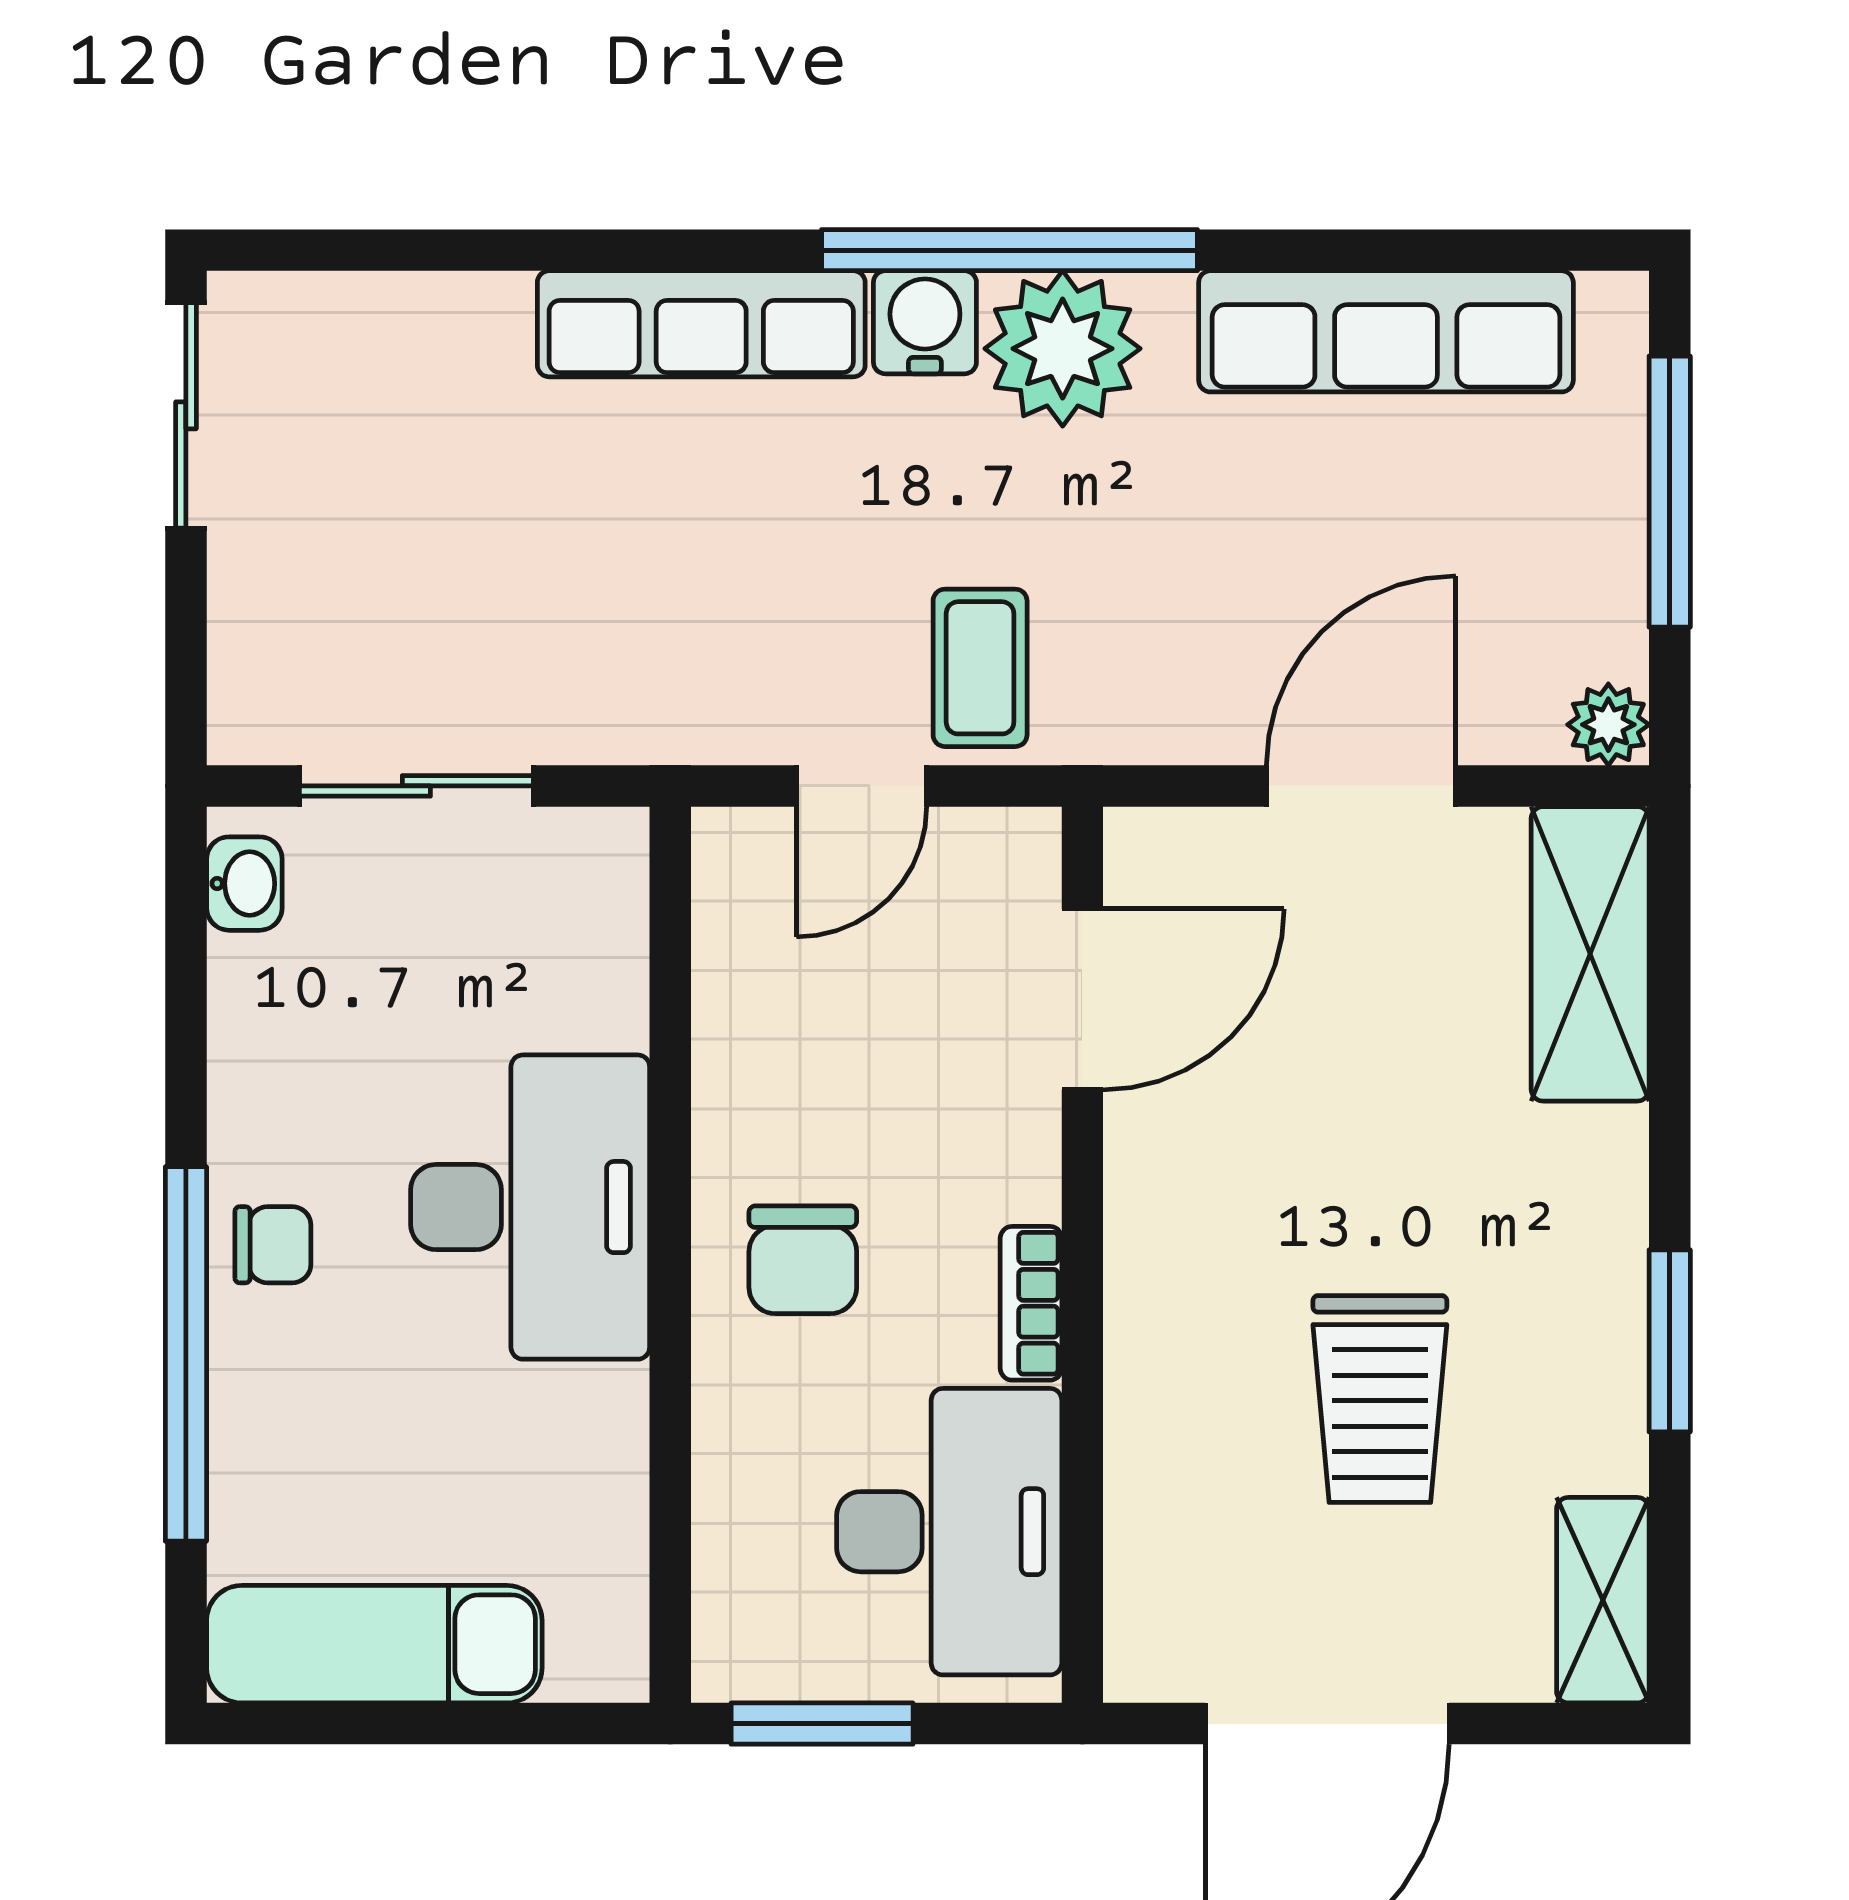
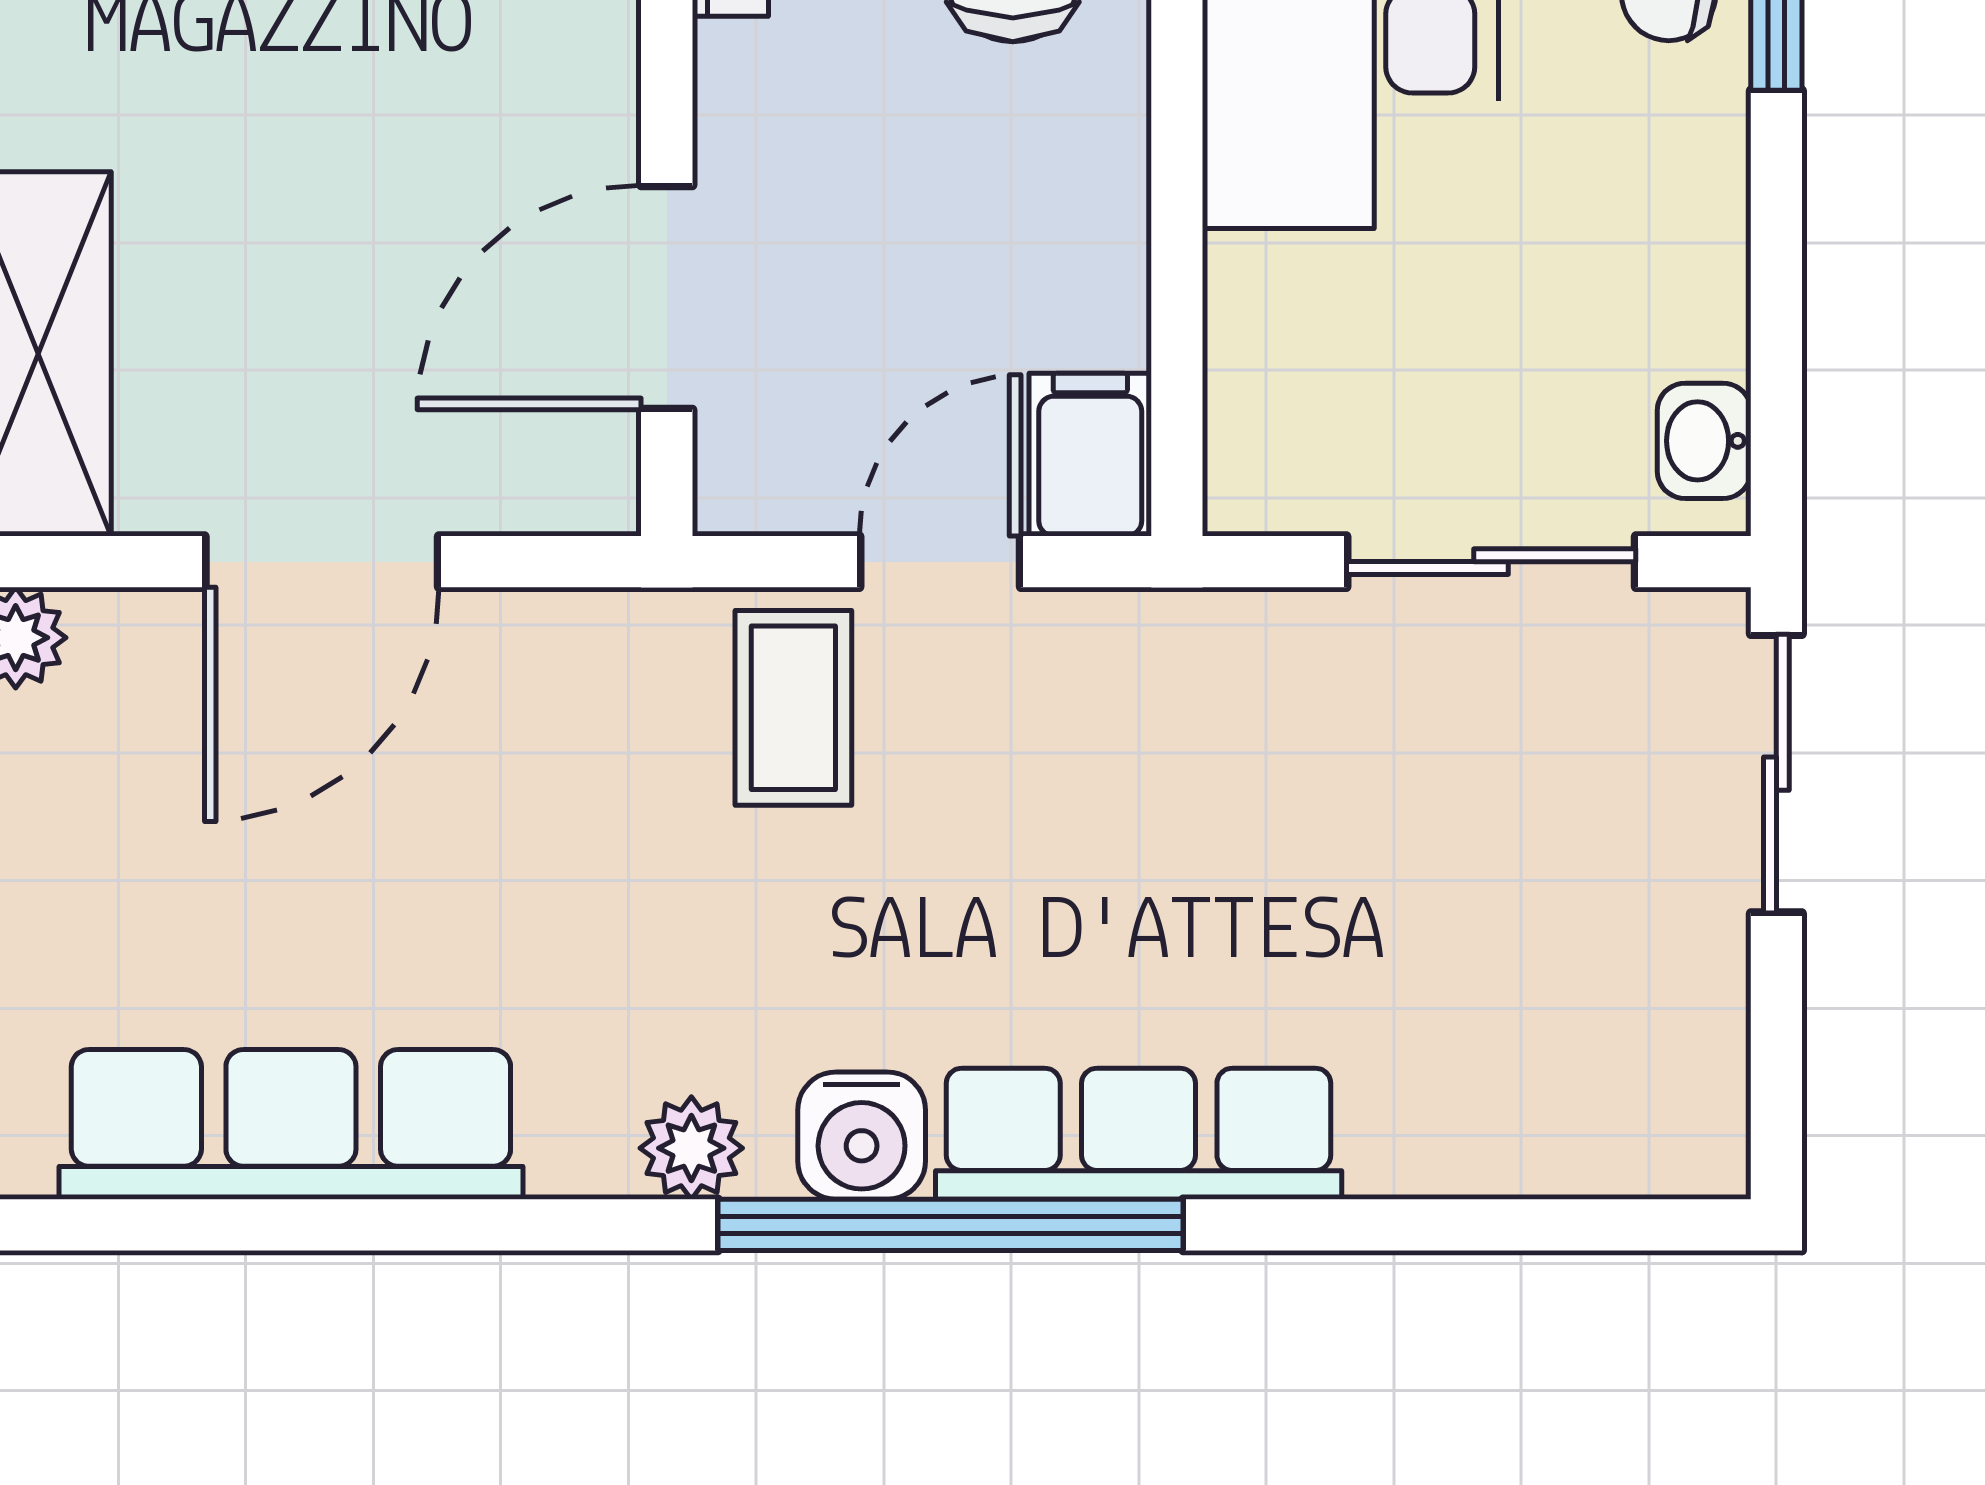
window: (1010, 250) -> (951, 1225), moved
plant: (1063, 349) -> (691, 1148), width x0.53, depth x0.53
sliding door: (186, 415) -> (1776, 774), moved
filing cabinet: (740, 872) -> (1090, 455), added

